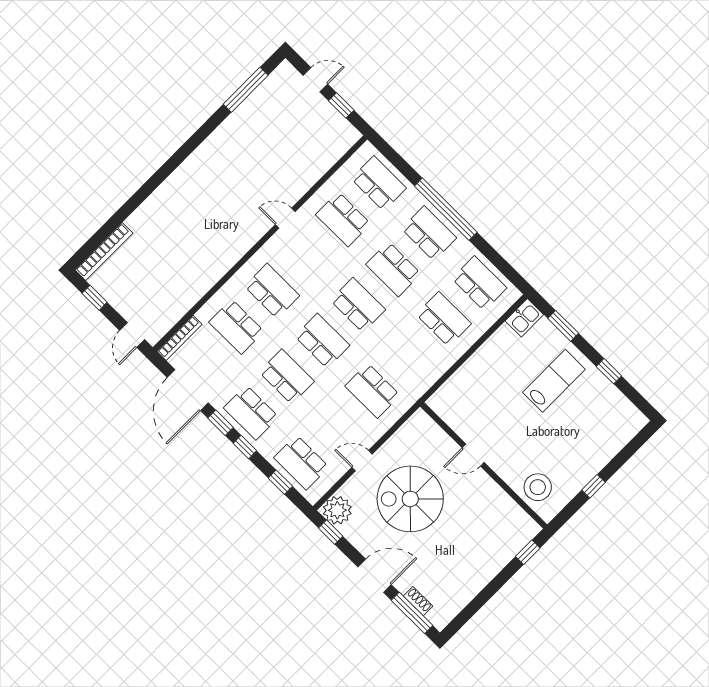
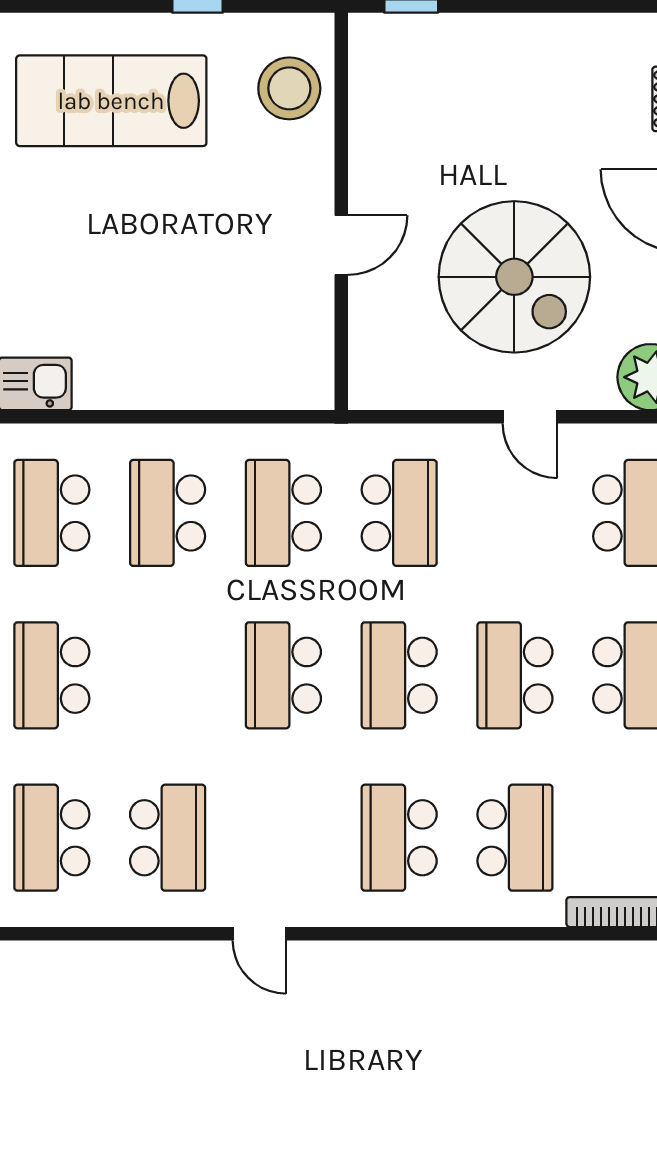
school desk: (393, 269) -> (283, 513), moved, turned 180
lab bench: (554, 381) -> (111, 101), moved, width x1.36, depth x1.39
door: (473, 455) -> (341, 245), hinge flipped

